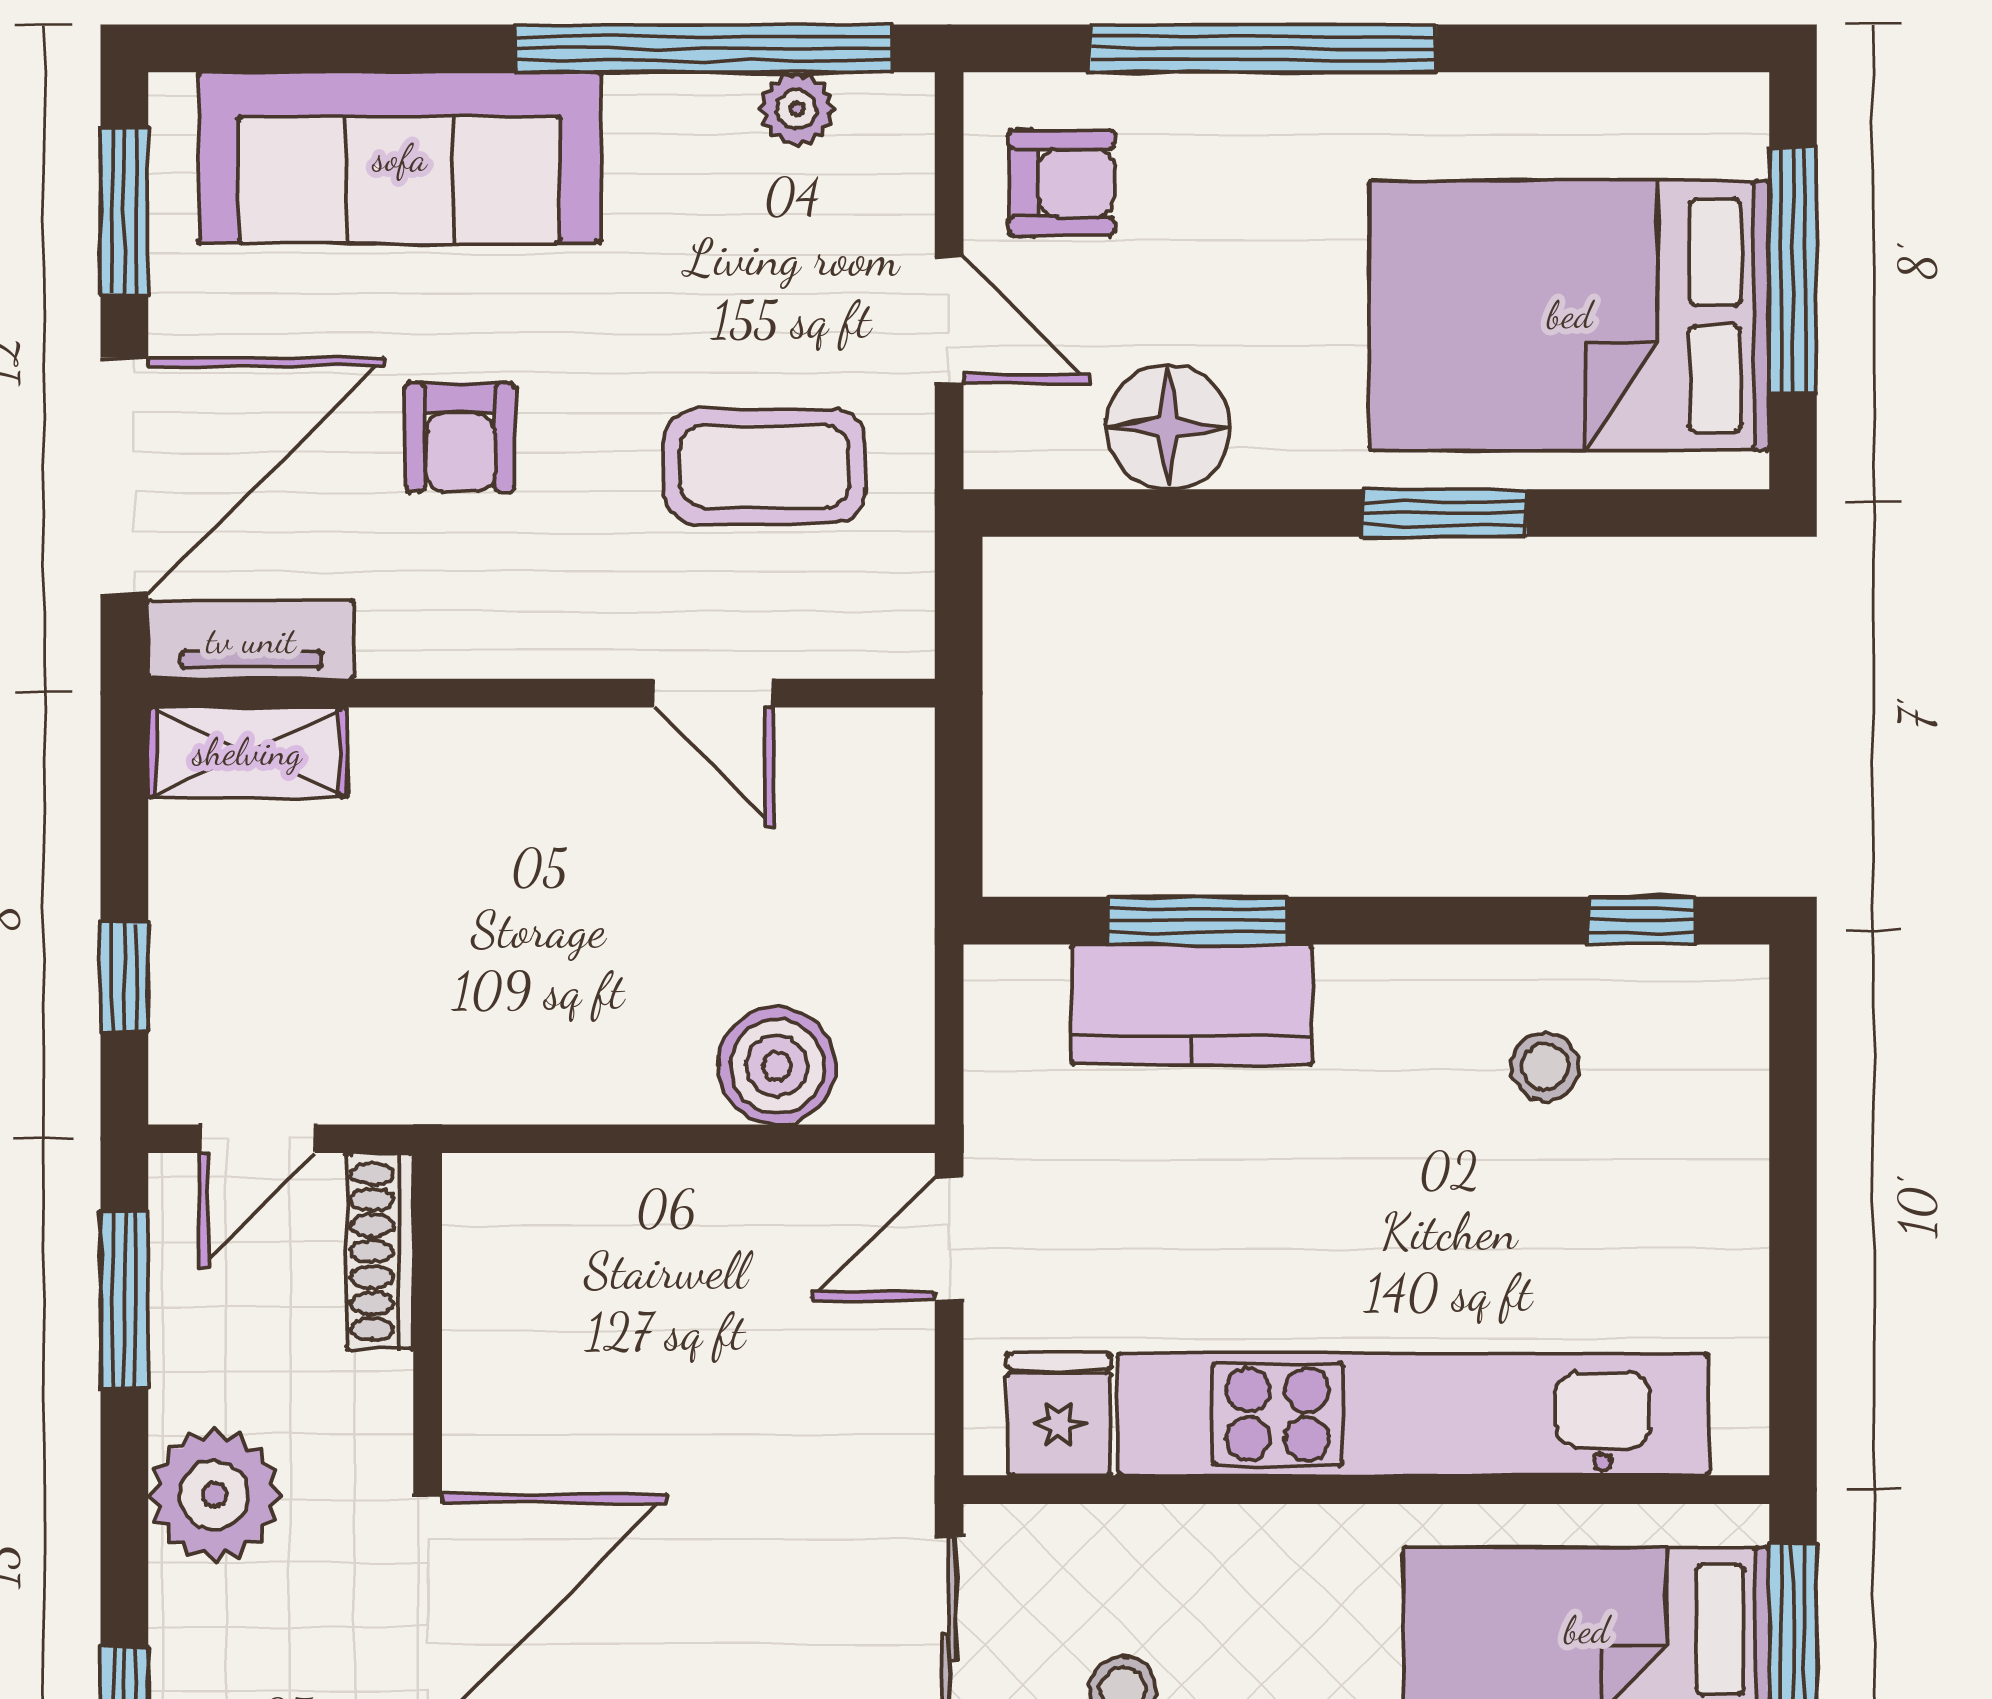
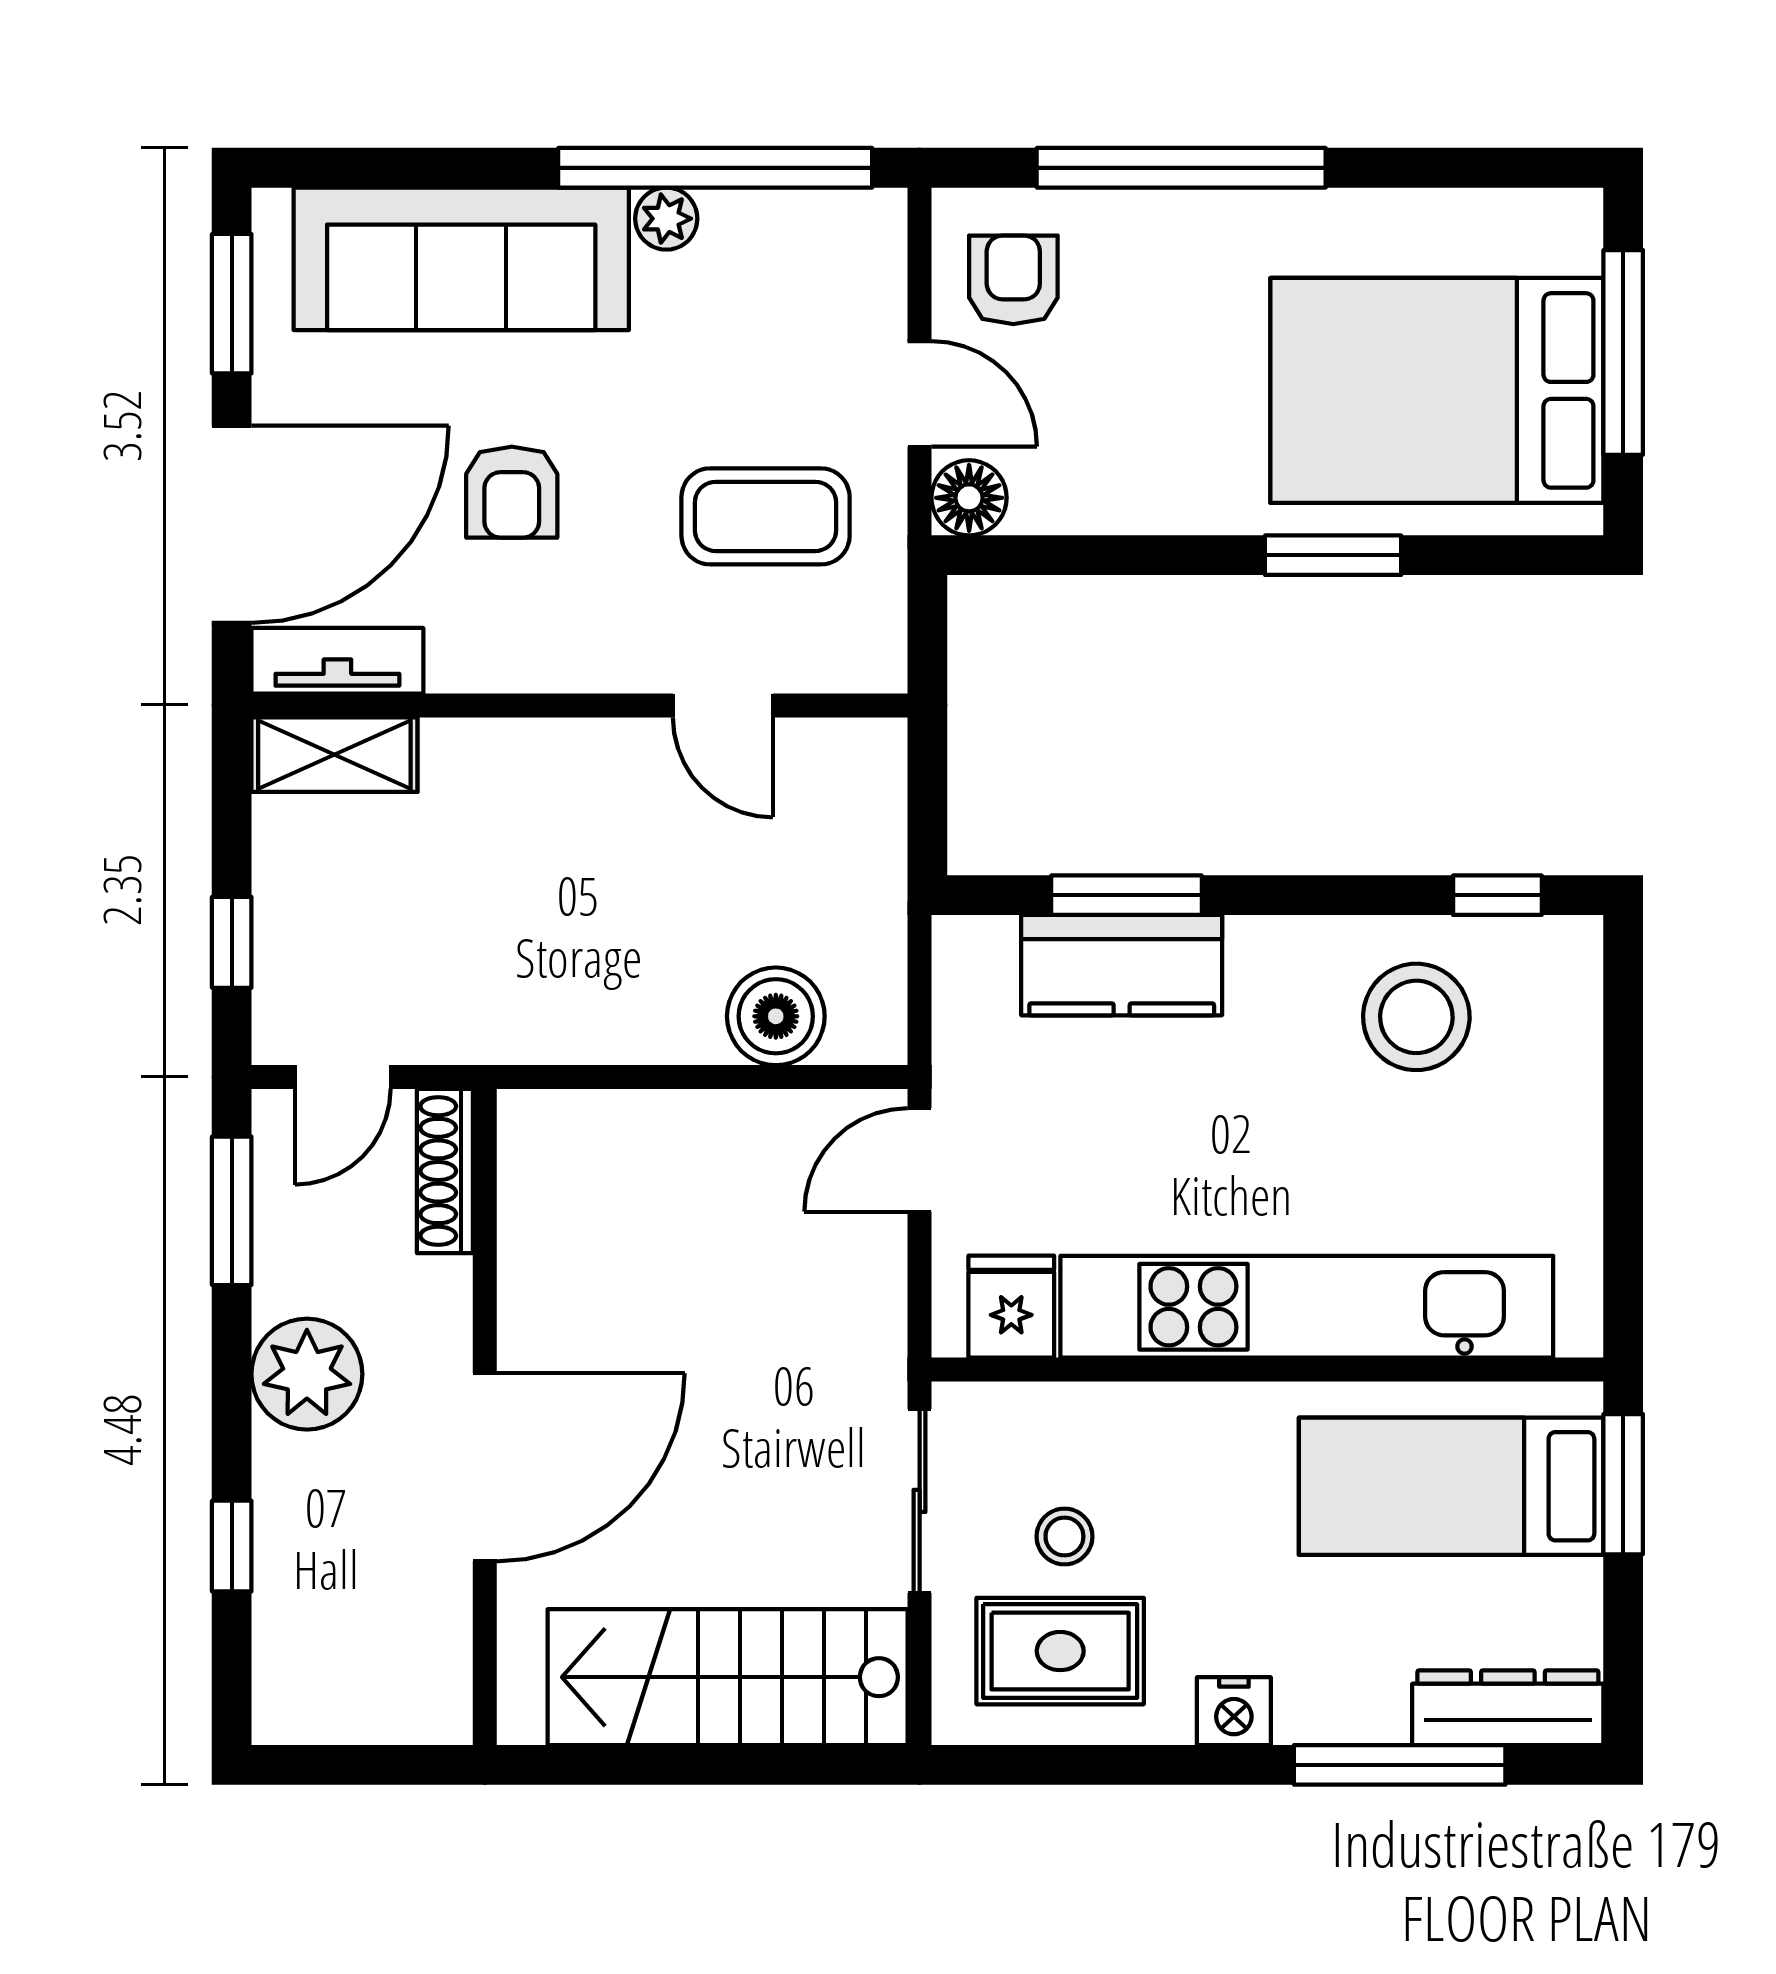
plant: (797, 109) -> (666, 219), moved
armchair: (1062, 183) -> (1013, 280), turned -90
floor lamp: (1168, 427) -> (969, 498), moved, width x0.73, depth x0.73
stool: (1545, 1067) -> (1416, 1017), width x1.89, depth x1.89

